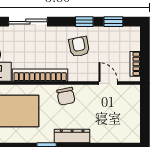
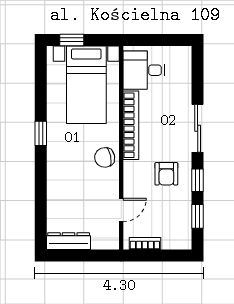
sliding door: (28, 22) -> (198, 128), moved
armchair: (79, 47) -> (166, 174), turned 101
dresser: (72, 136) -> (69, 241), moved, turned -90

